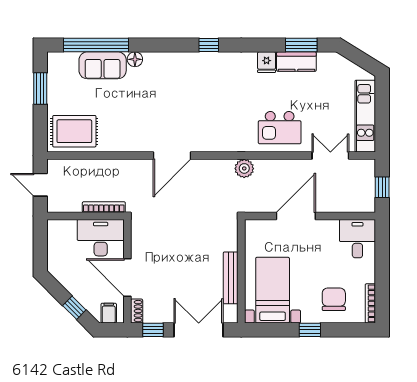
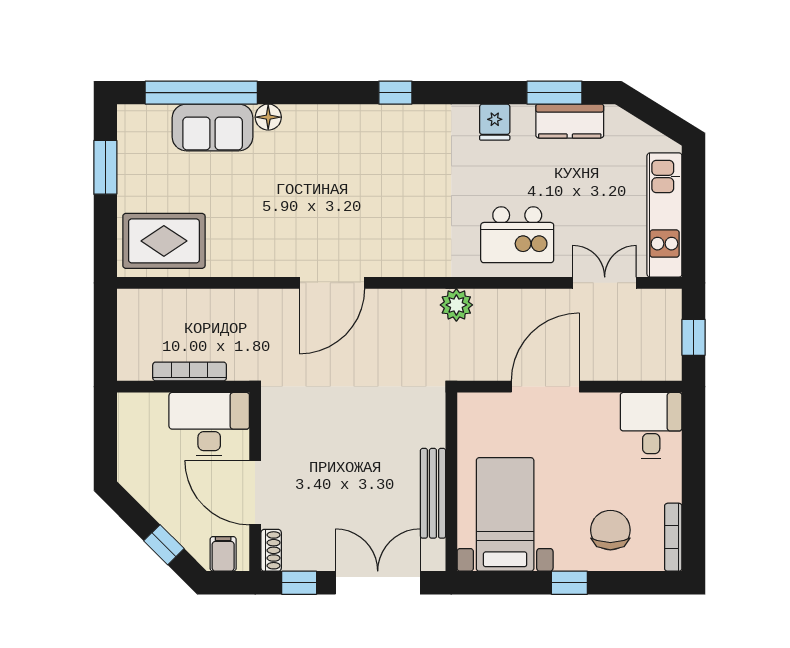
kitchen counter: (296, 62) -> (570, 121), moved
door: (40, 185) -> (105, 333), removed
bookcase: (104, 207) -> (190, 371), moved

